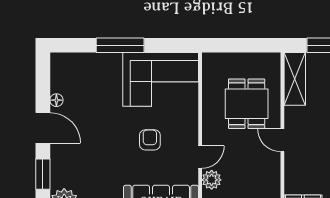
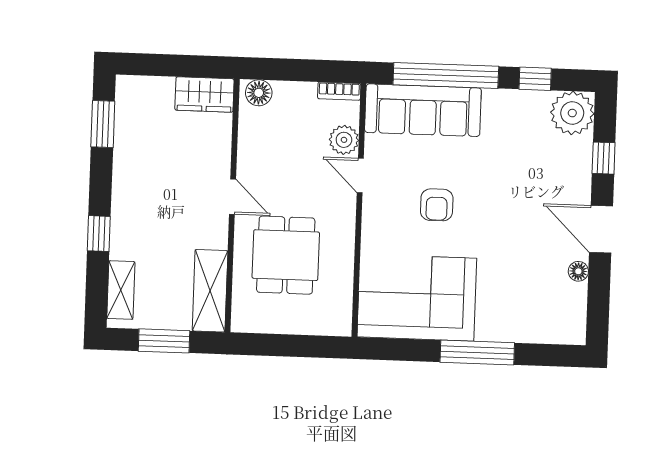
door: (200, 157) -> (360, 176), hinge flipped
window: (43, 174) -> (604, 158), width x0.67

